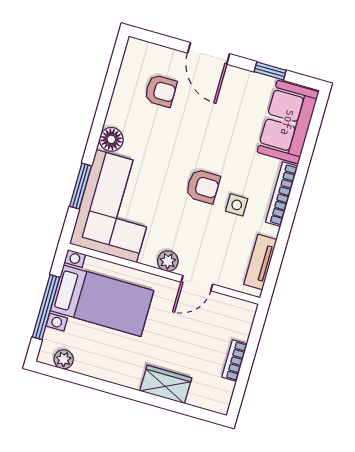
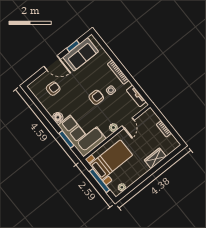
sofa: (288, 122) -> (81, 54), moved, turned -90

